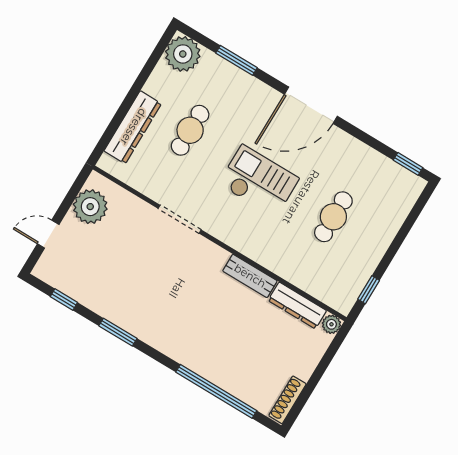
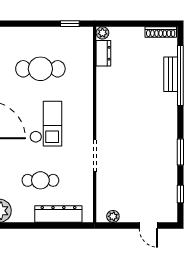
checkout: (259, 181) -> (46, 124), turned 180
plant: (90, 207) -> (113, 216), width x0.53, depth x0.53
cafe table: (333, 217) -> (40, 69), width x1.37, depth x1.35
bench: (250, 276) -> (171, 74), moved
dresser: (297, 306) -> (103, 53), width x0.70

